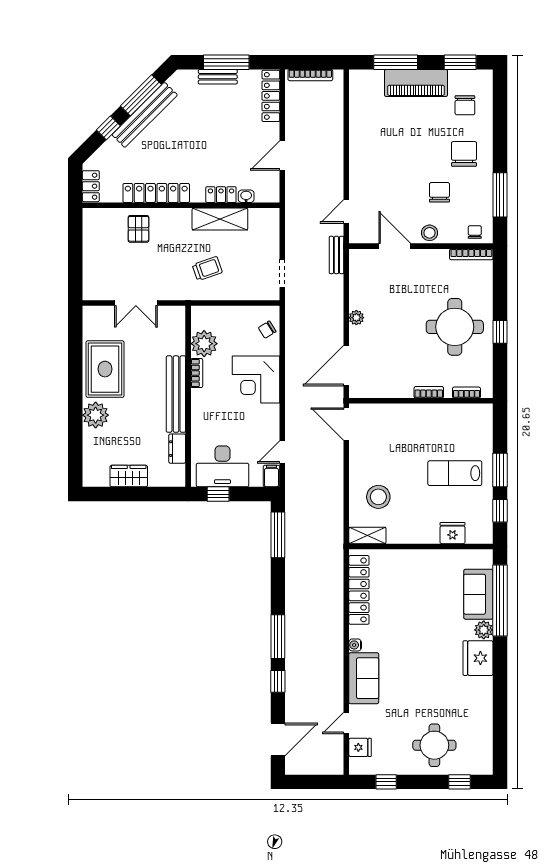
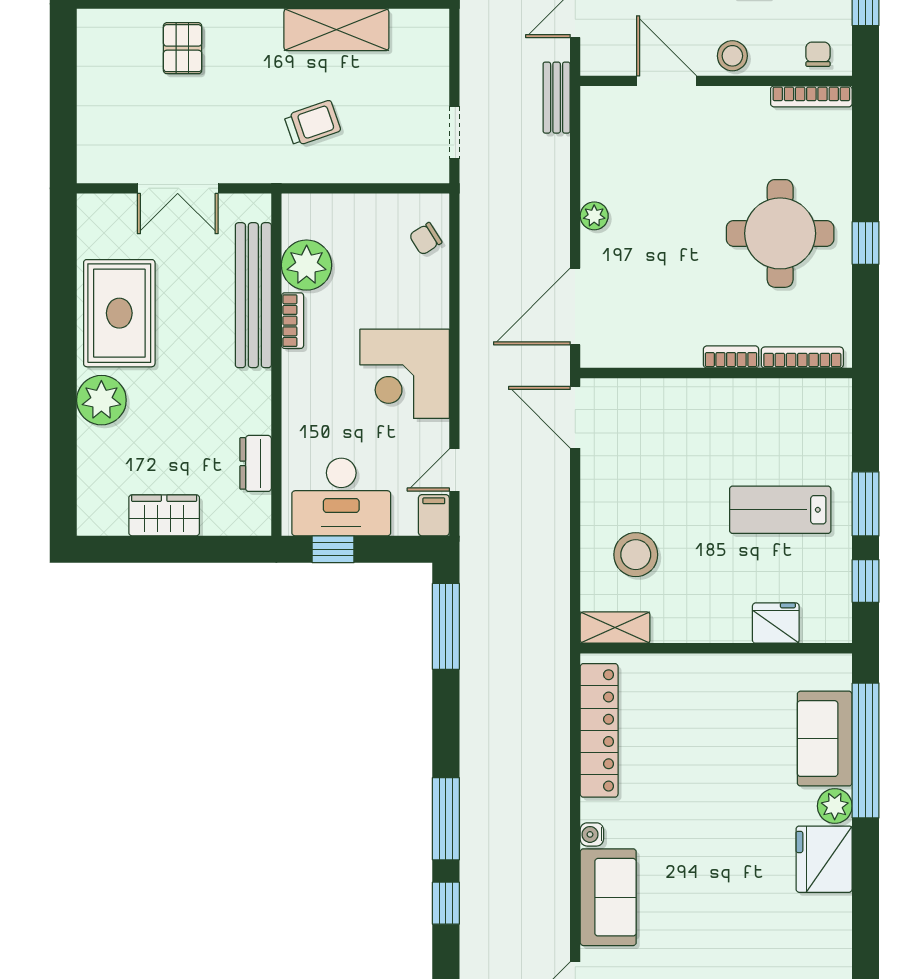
corner desk: (256, 379) -> (405, 374), moved
bookcase: (467, 393) -> (802, 357), width x1.56
bench: (176, 394) -> (253, 295), moved

